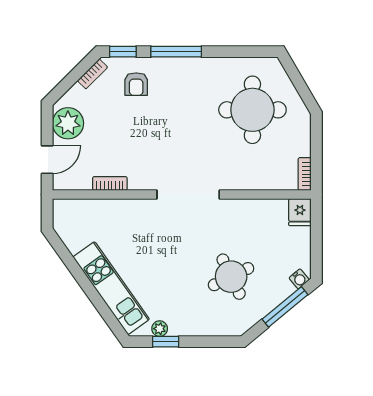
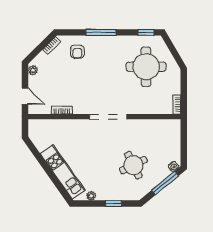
window: (123, 52) -> (146, 32), moved
plant: (68, 123) -> (33, 70), width x0.53, depth x0.53
door: (47, 160) -> (25, 96), hinge flipped
fridge: (300, 212) -> (174, 127), removed
window: (166, 342) -> (113, 203), moved

